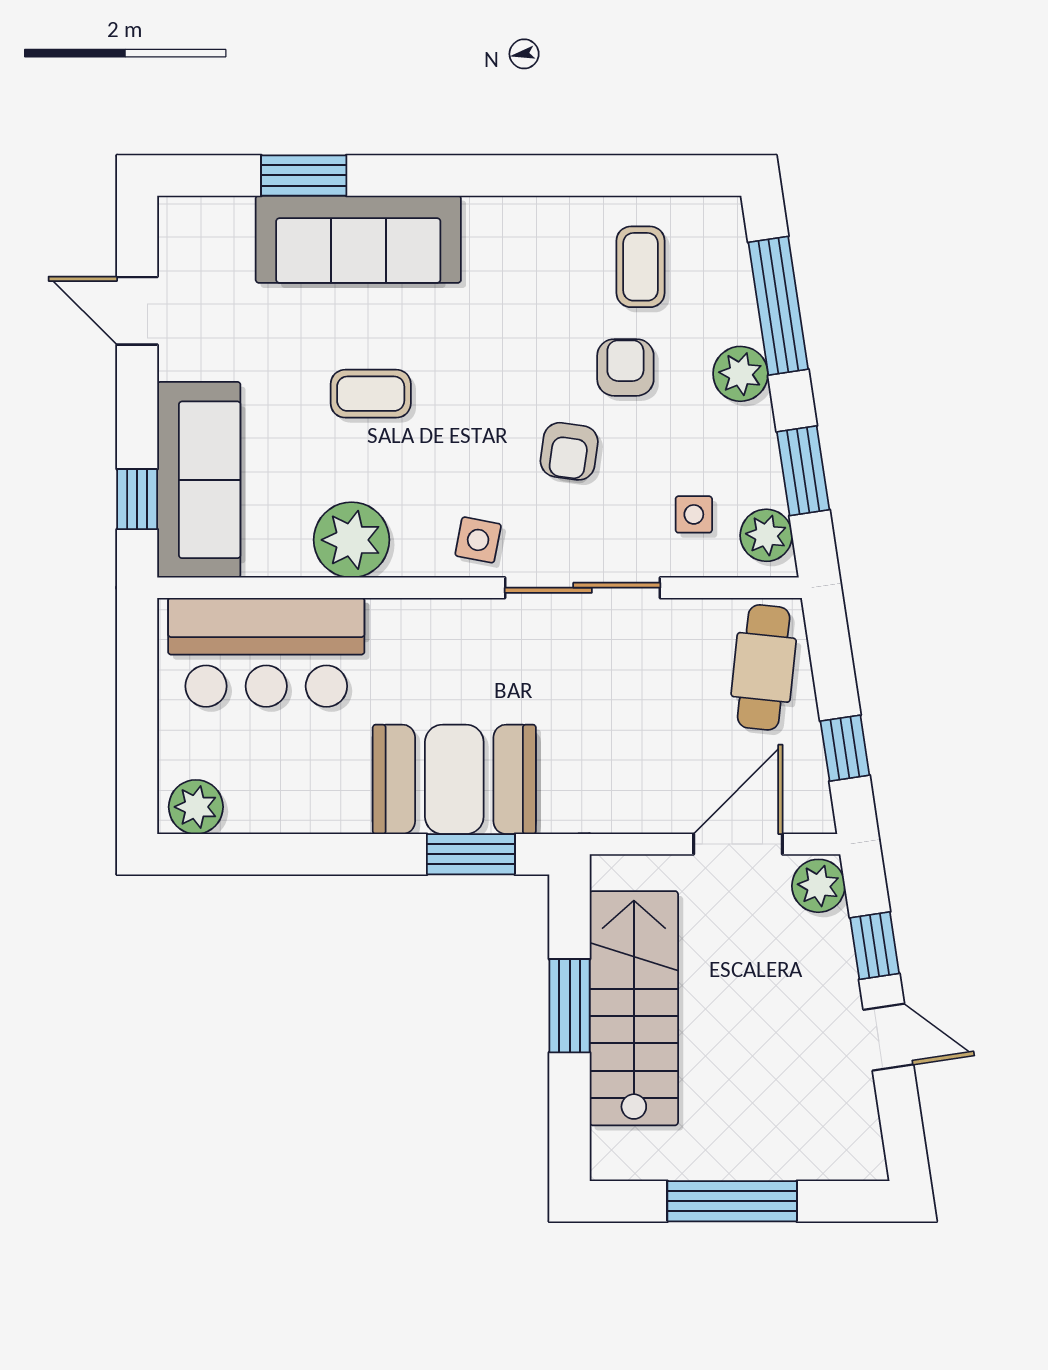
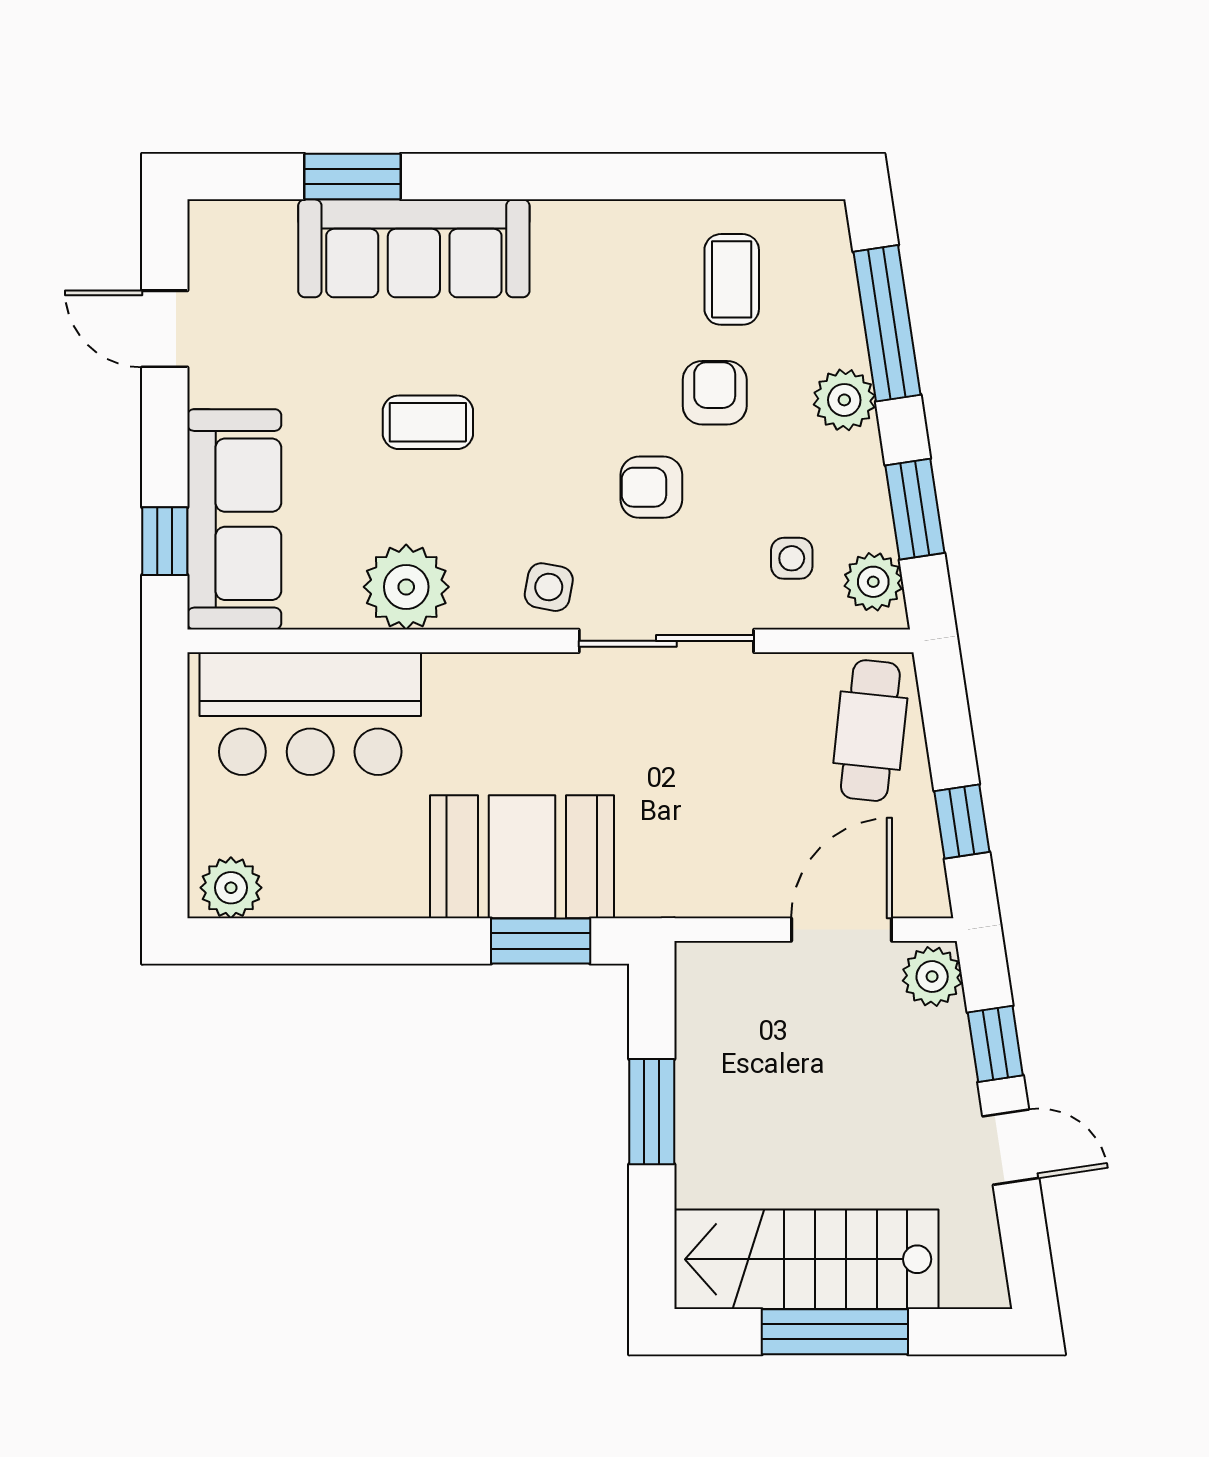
armchair: (569, 451) -> (651, 487), turned 82
stairs: (634, 1008) -> (806, 1259), moved, turned -90

